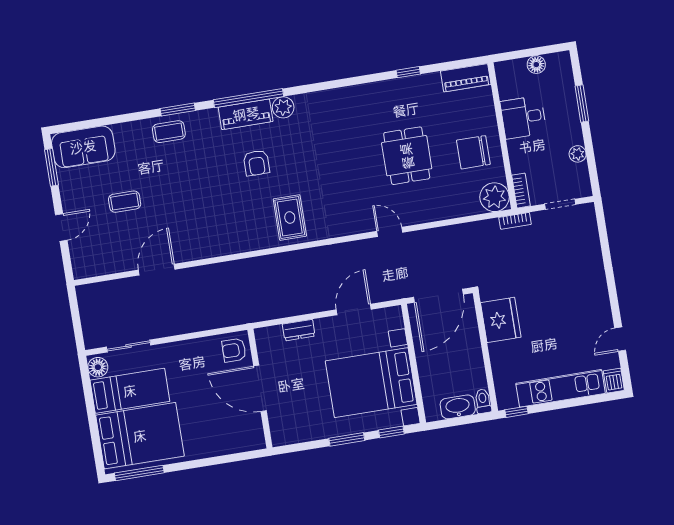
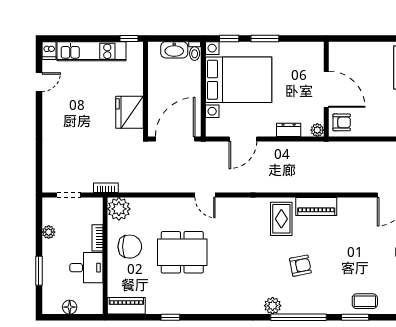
piano: (246, 114) -> (316, 207), moved, turned 180
dining table: (407, 156) -> (182, 252), width x1.38
armchair: (256, 163) -> (300, 266), turned 79
bookcase: (521, 191) -> (97, 238), moved
plant: (263, 336) -> (317, 130), added
toilet: (483, 401) -> (195, 51), moved

